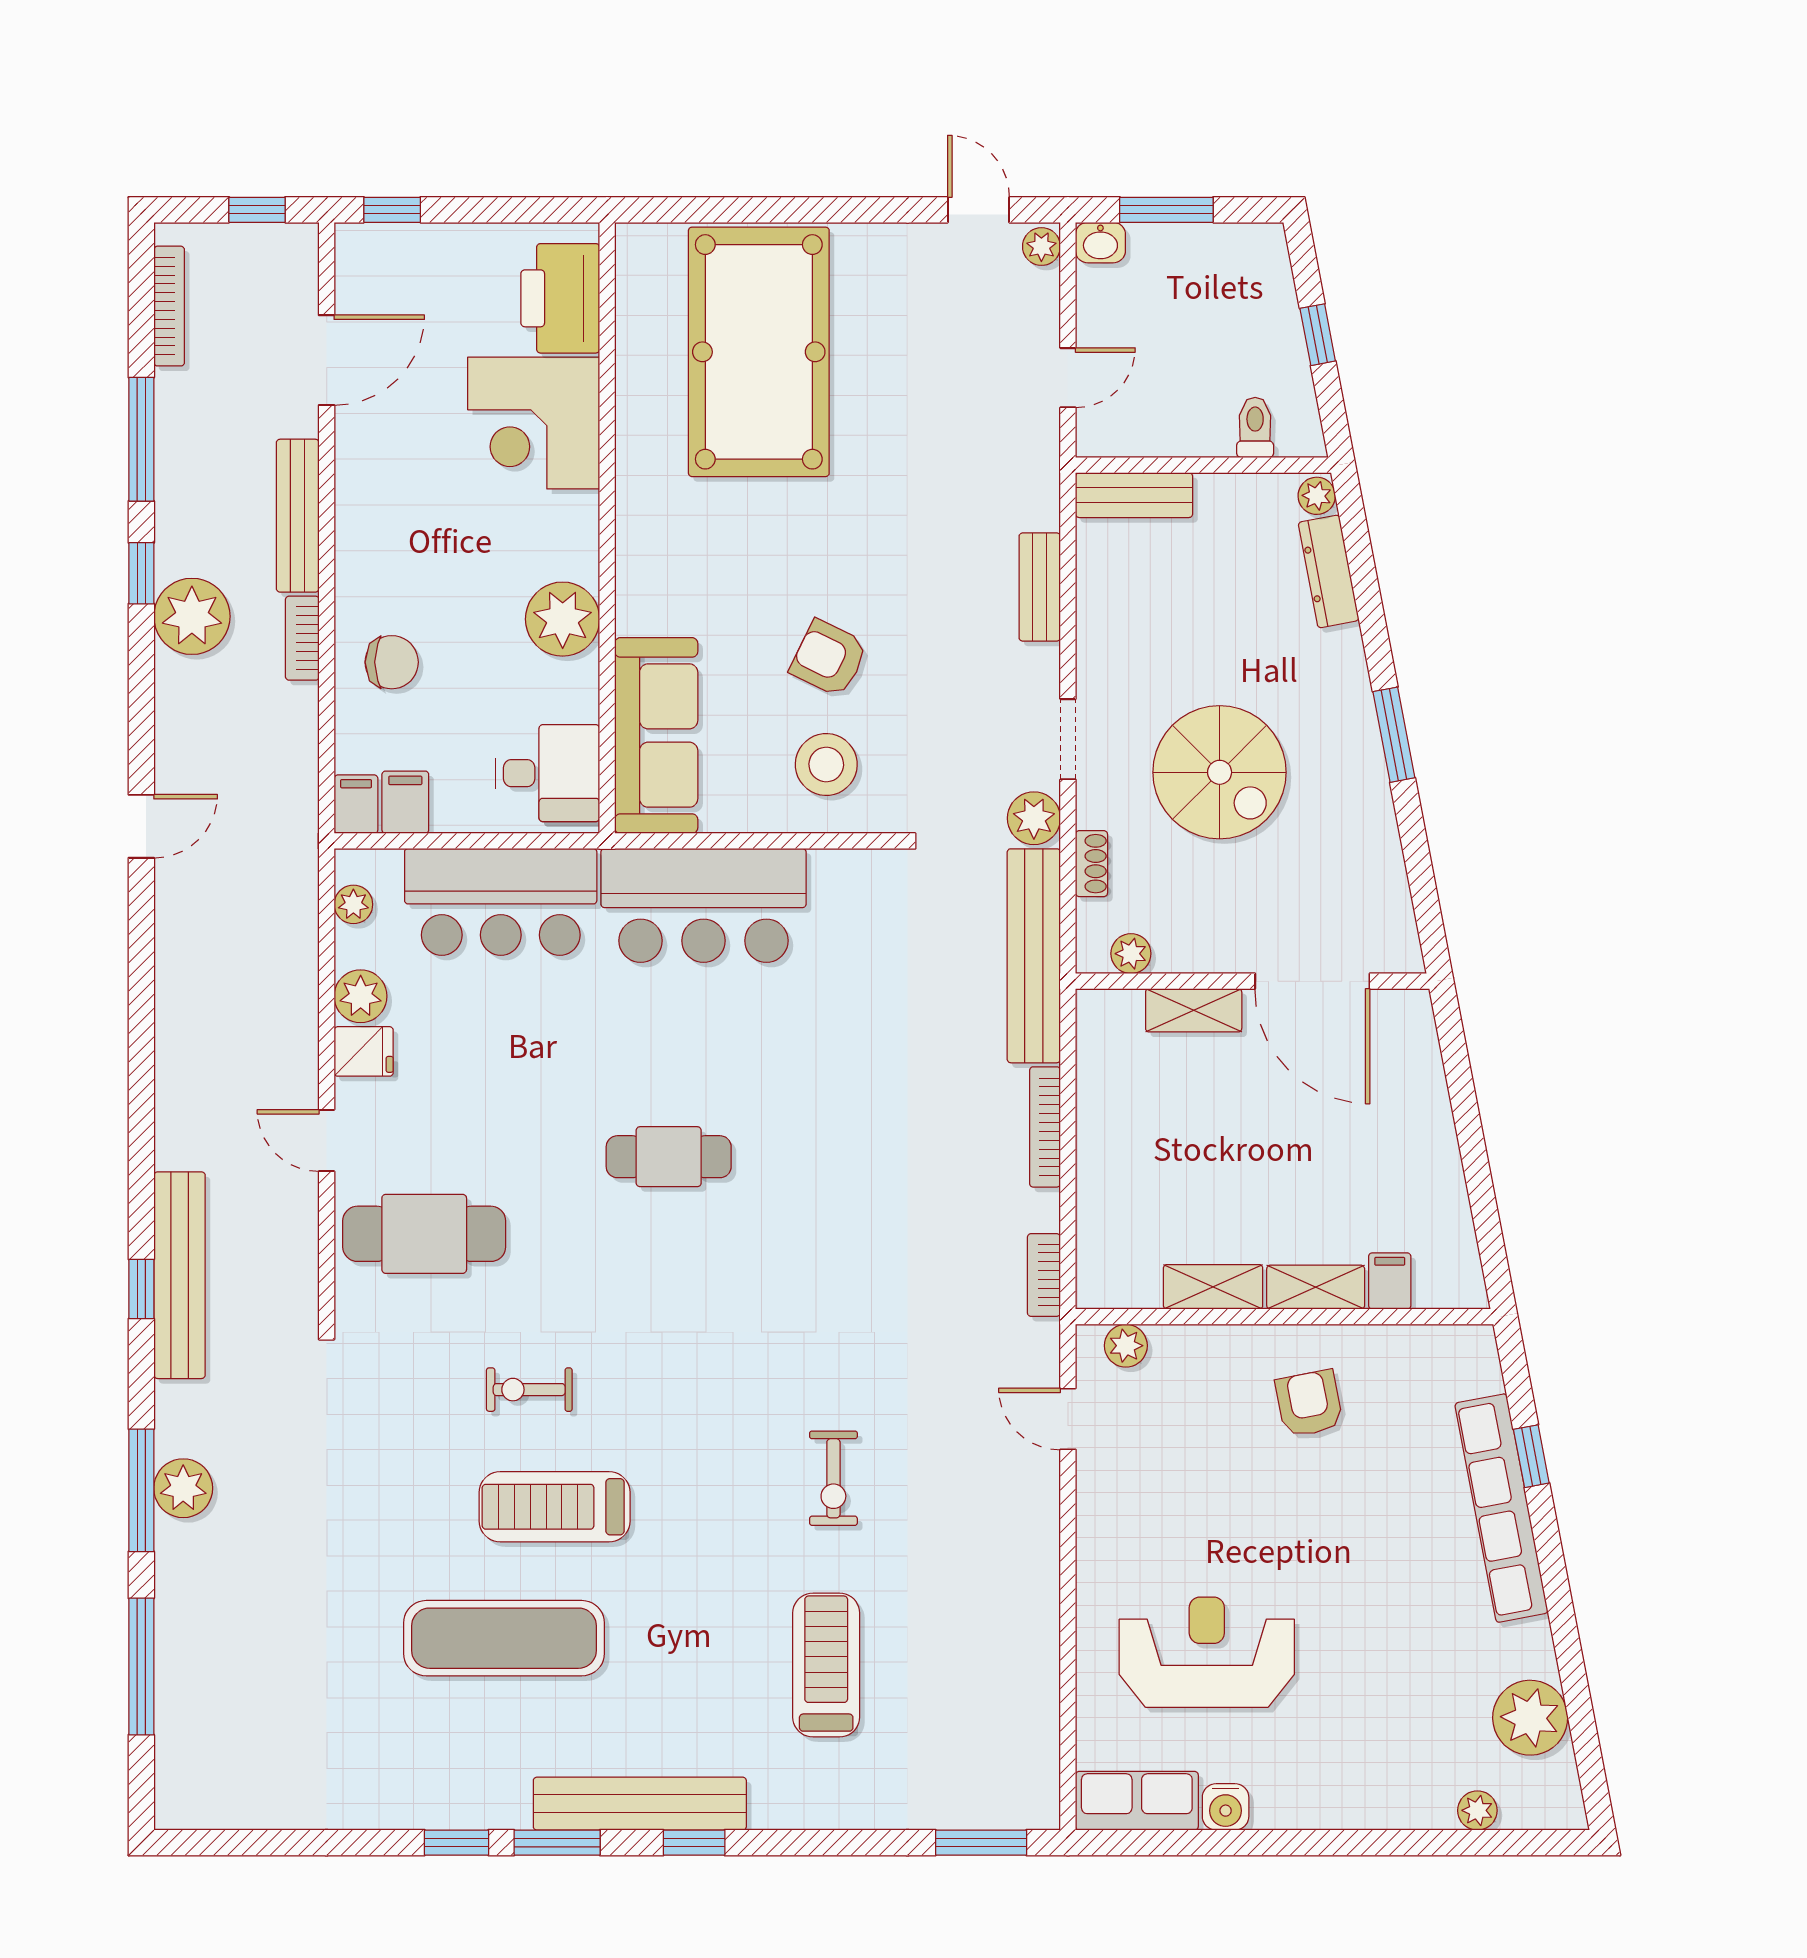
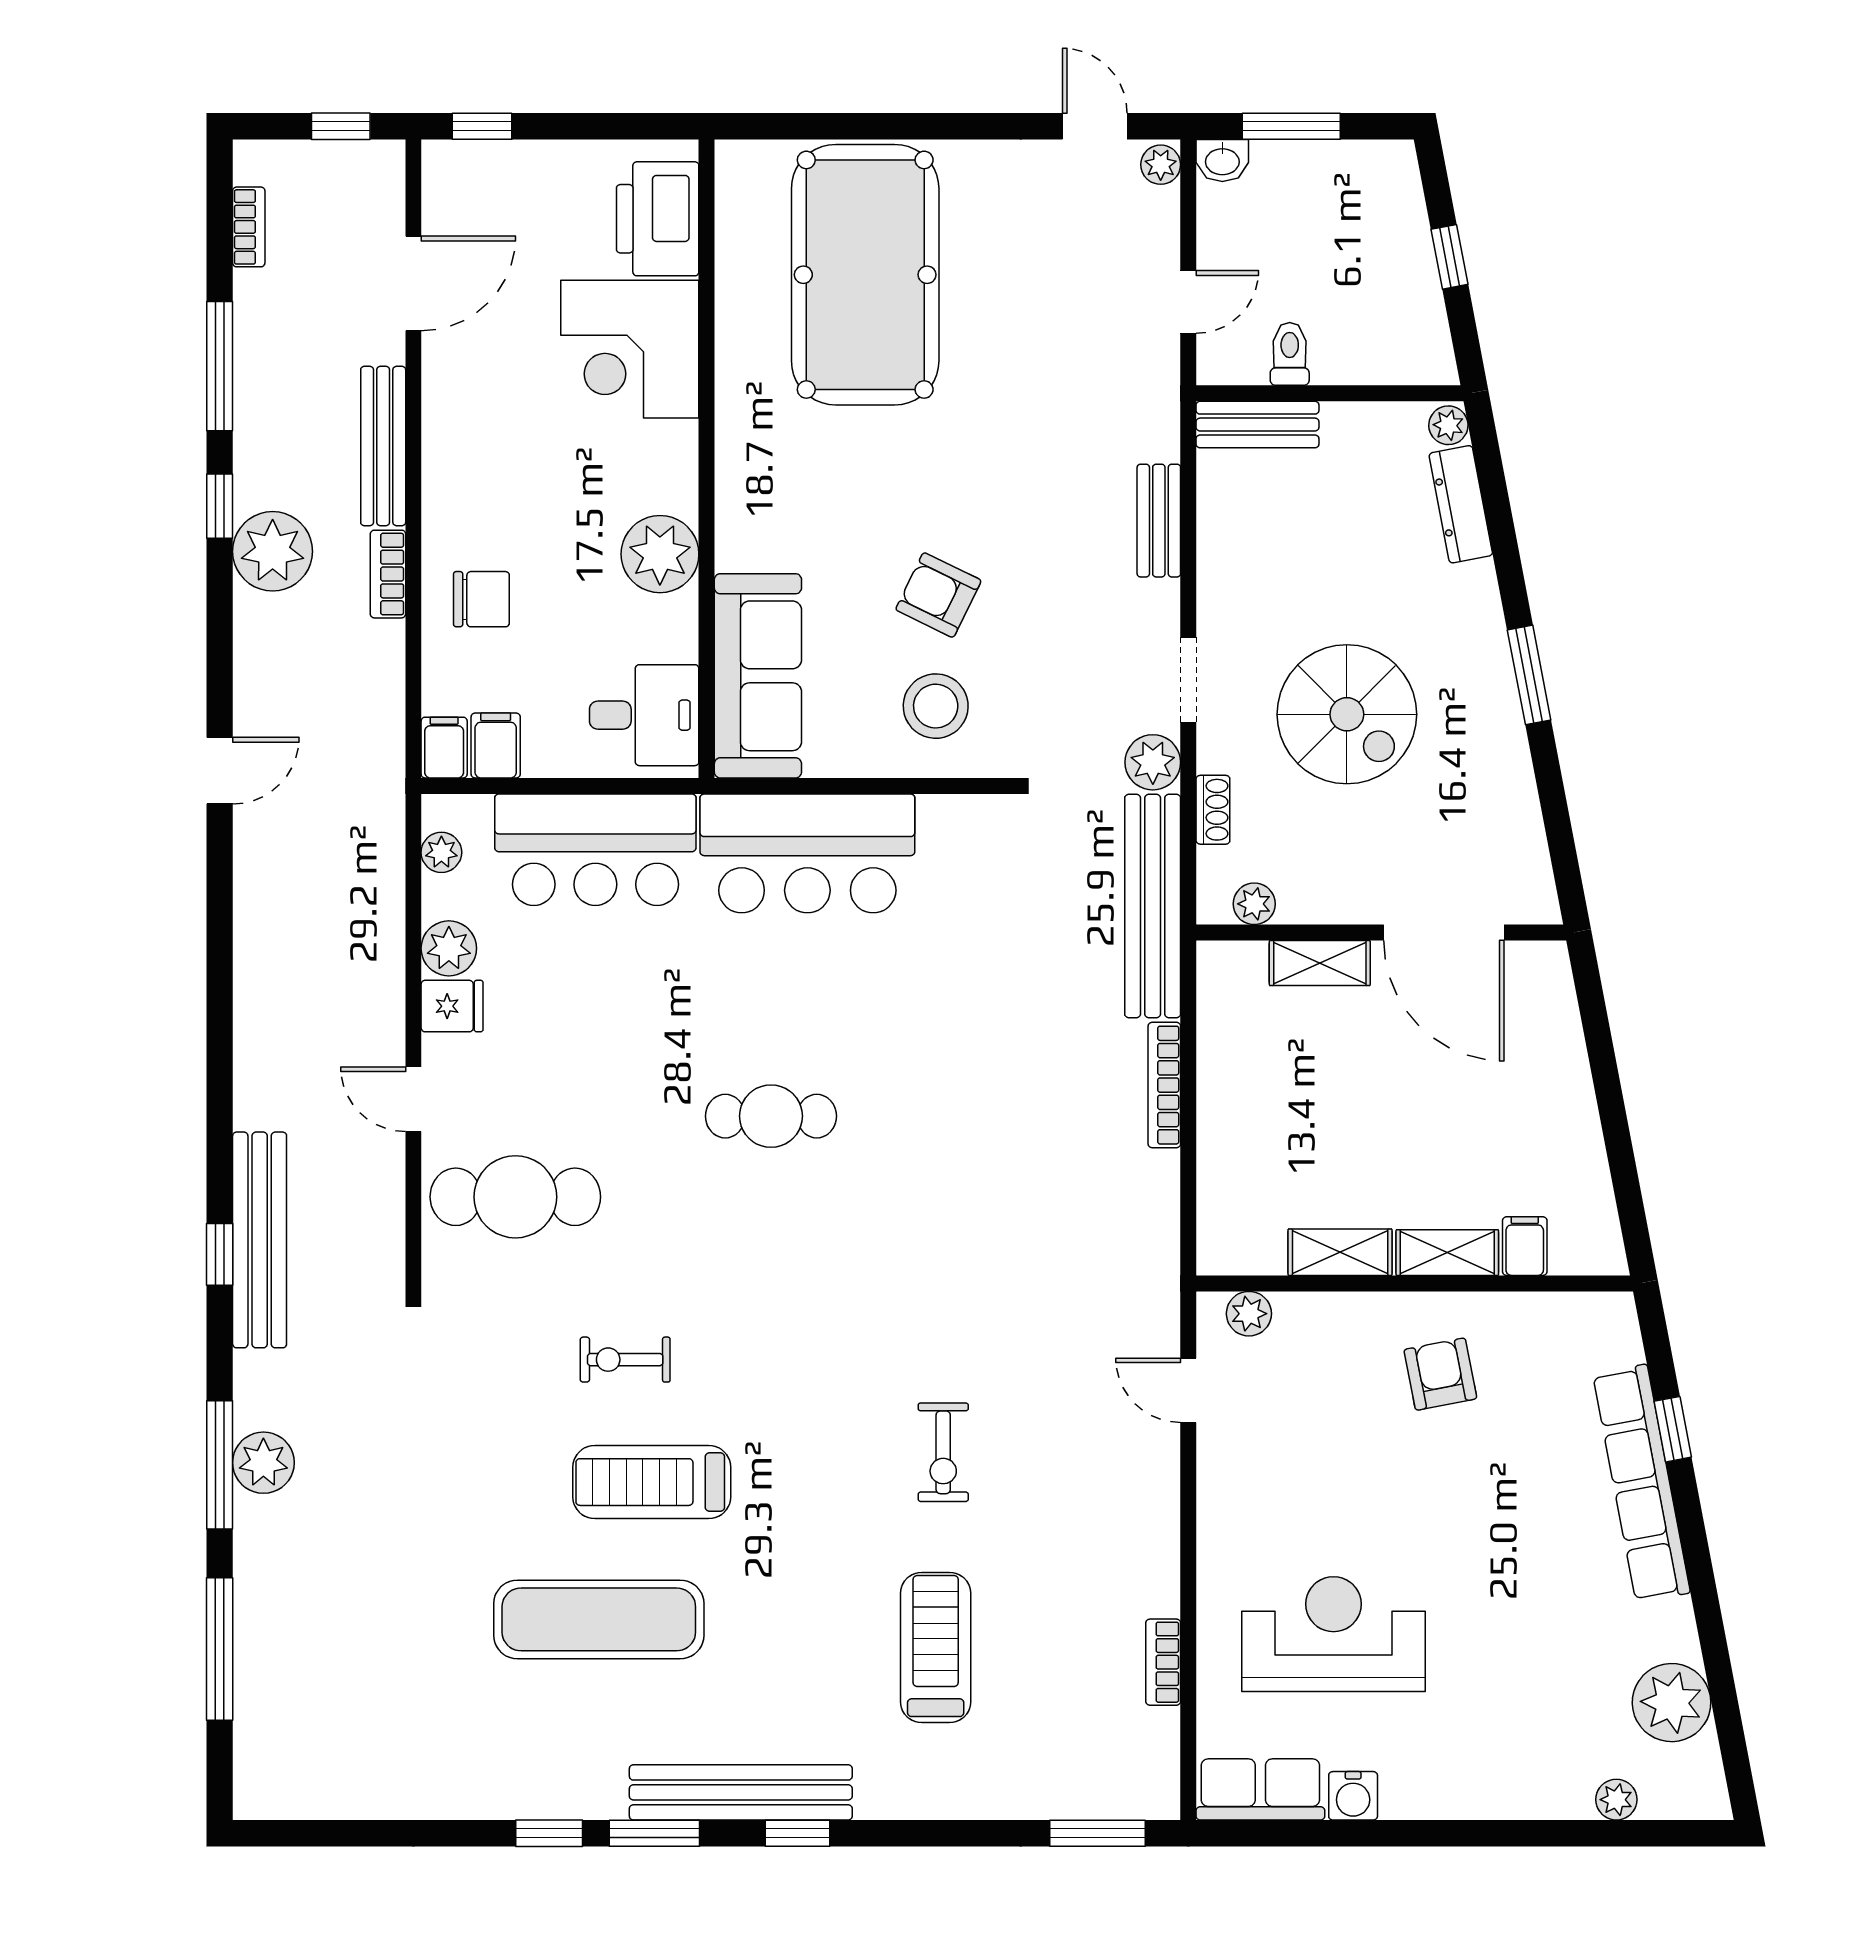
bookcase: (169, 306) -> (249, 227), width x0.64
toilet: (1255, 428) -> (1290, 354), moved
bookcase: (1044, 1275) -> (1163, 1662), moved

